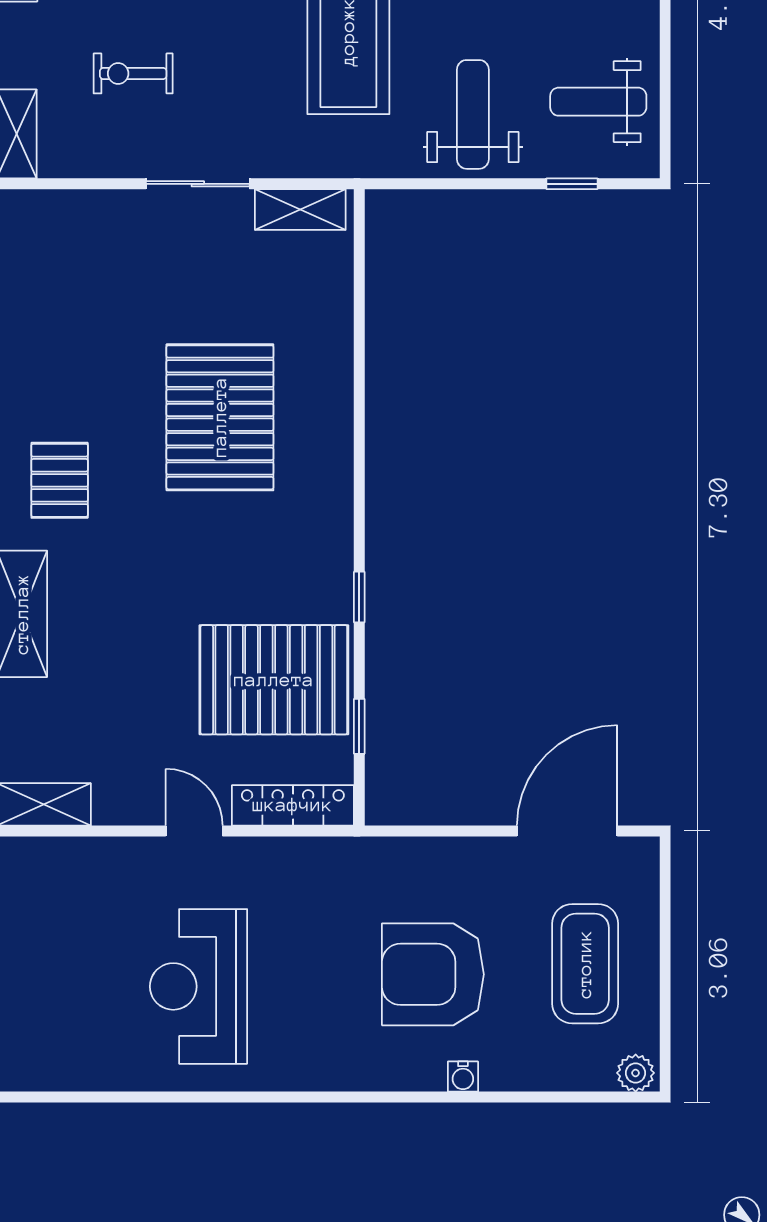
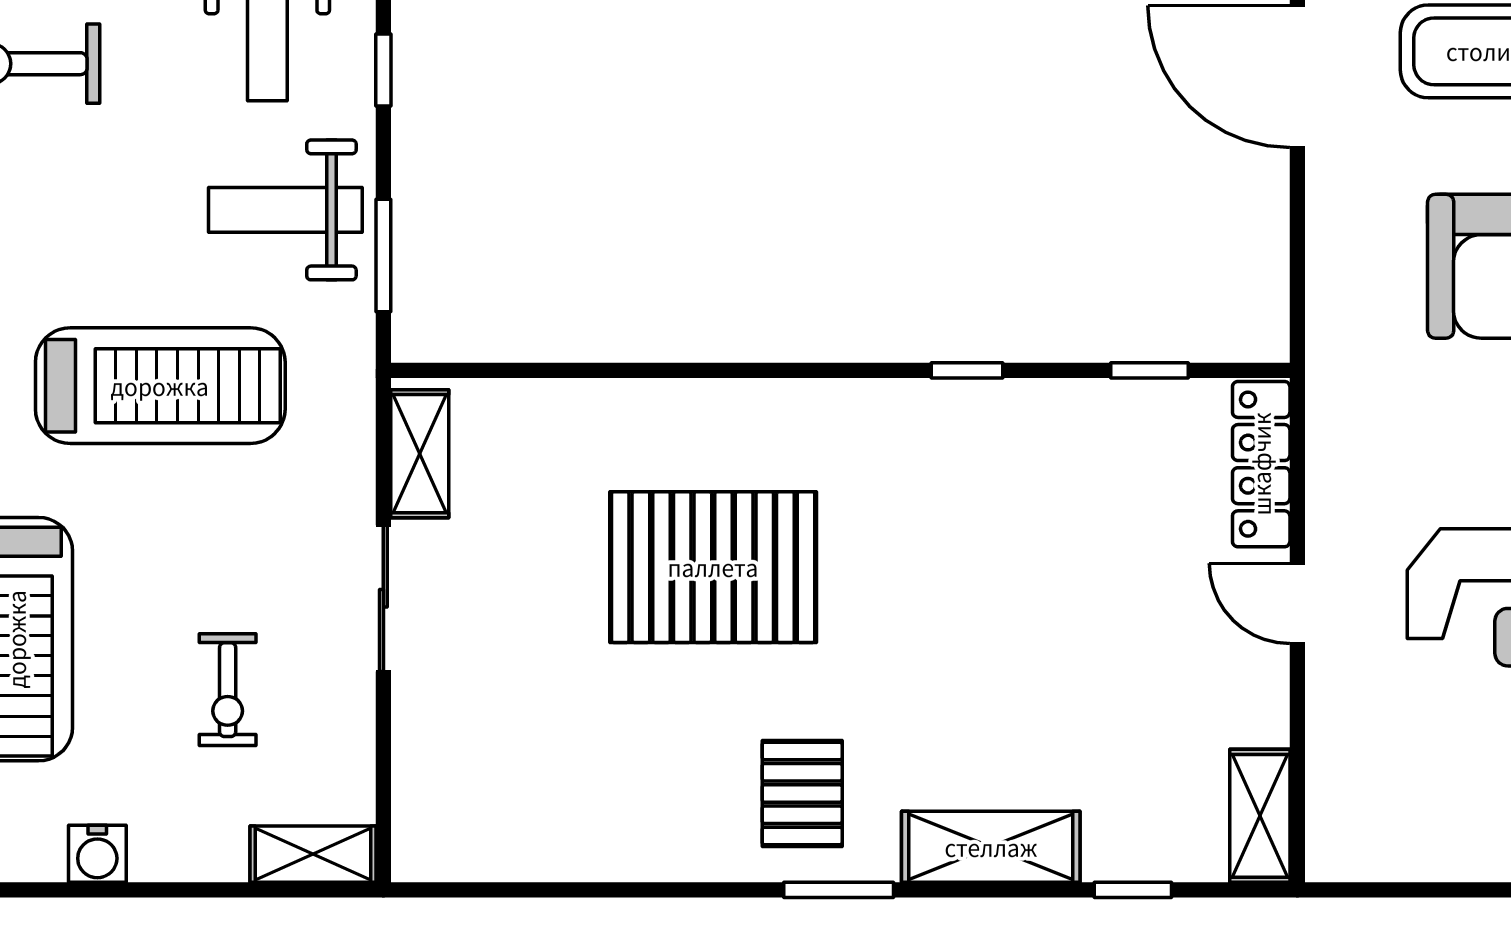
window: (441, 184) -> (383, 255), added
pallet: (60, 480) -> (802, 794), turned 90
pallet: (274, 680) -> (1084, 491), removed
door: (194, 831) -> (1297, 603), hinge flipped

